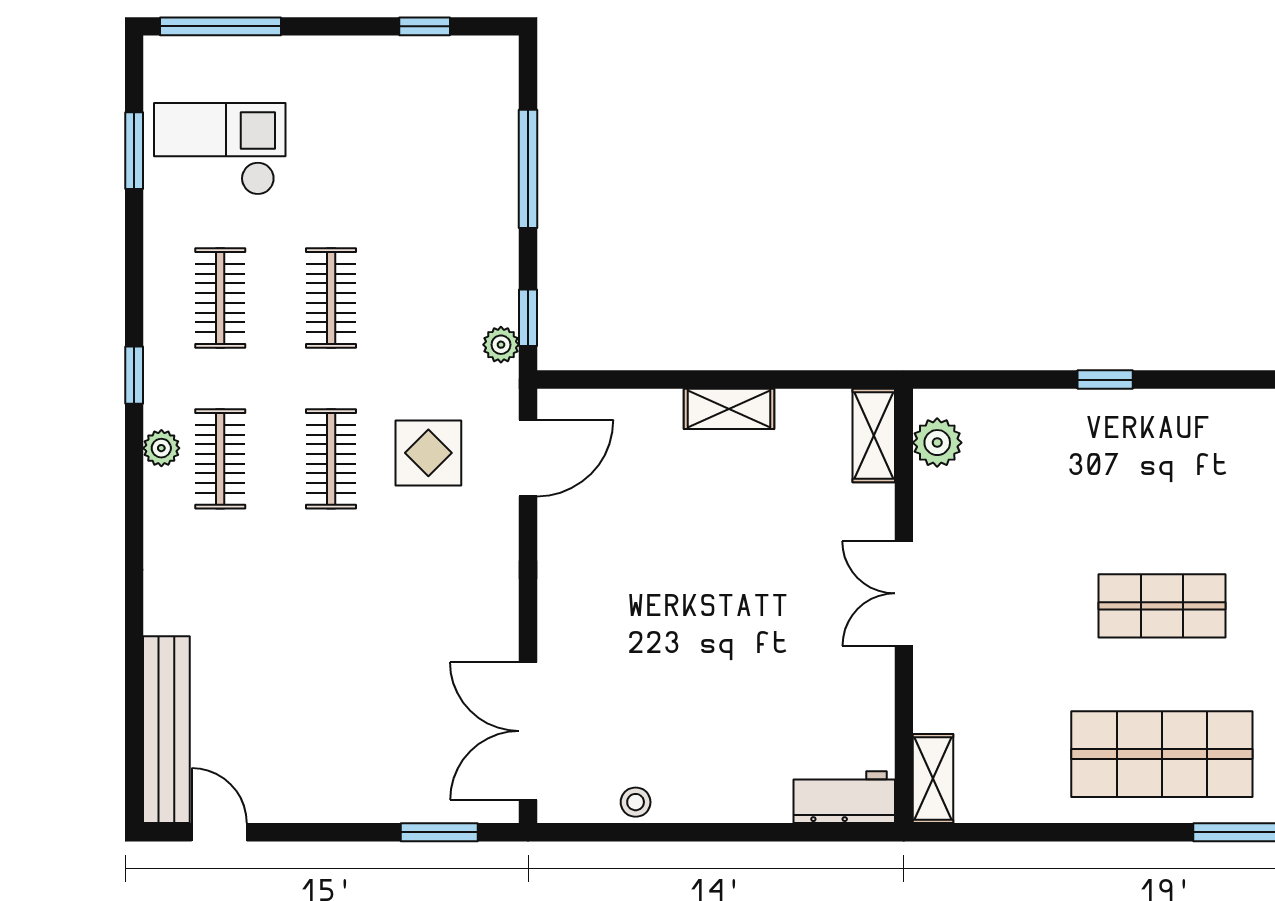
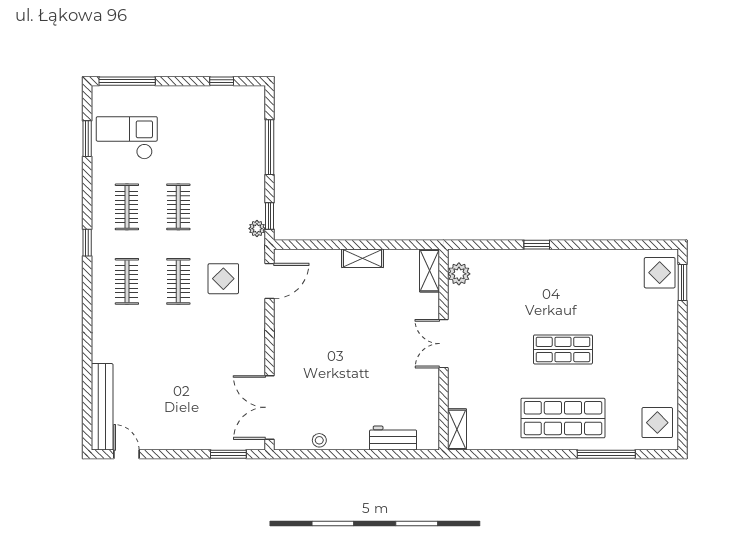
plant: (161, 448) -> (100, 276), removed
workbench: (844, 797) -> (393, 438), moved

